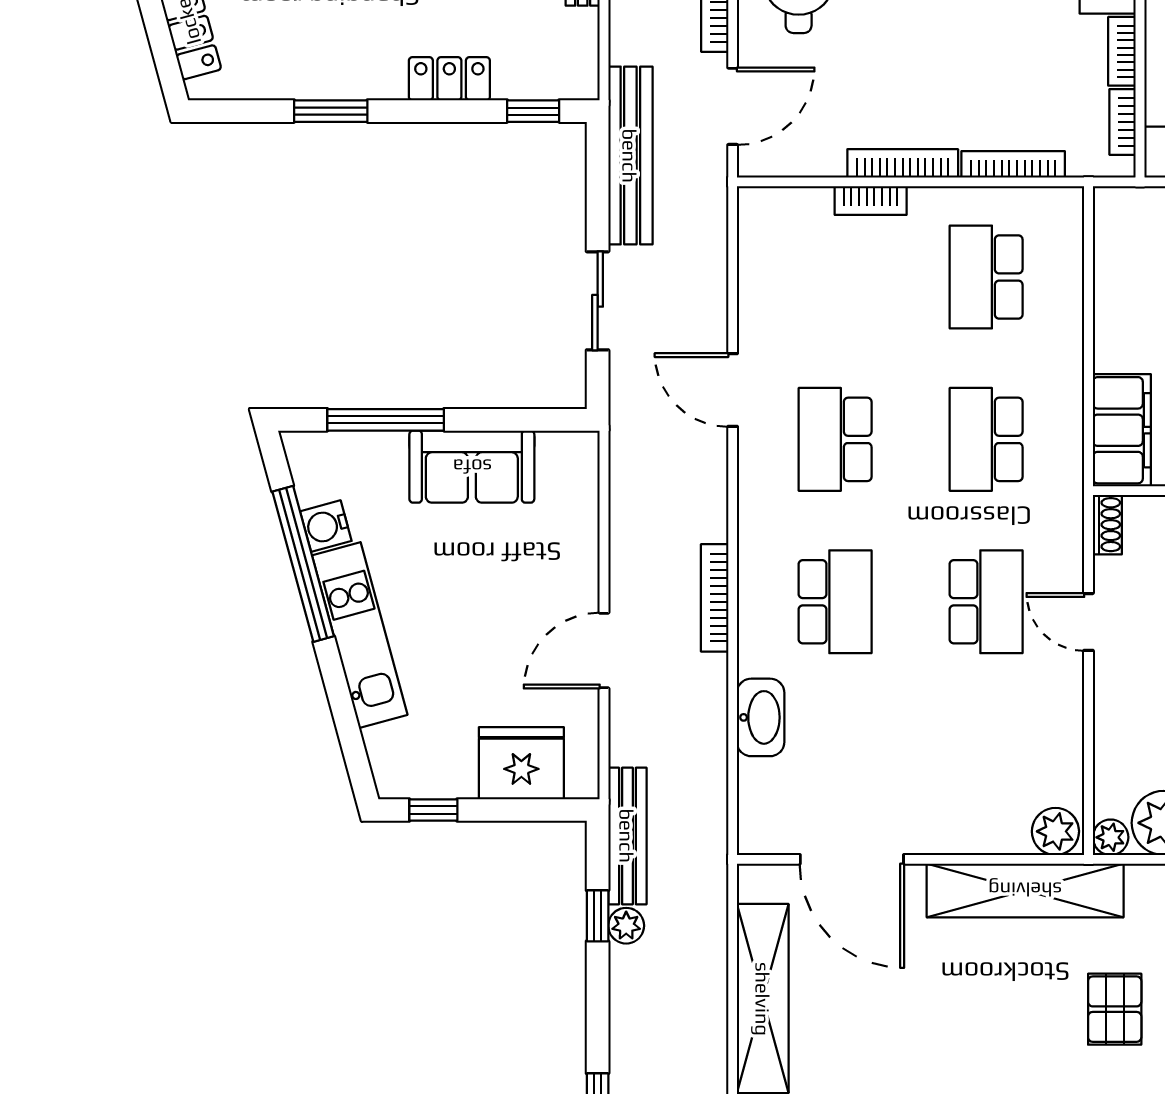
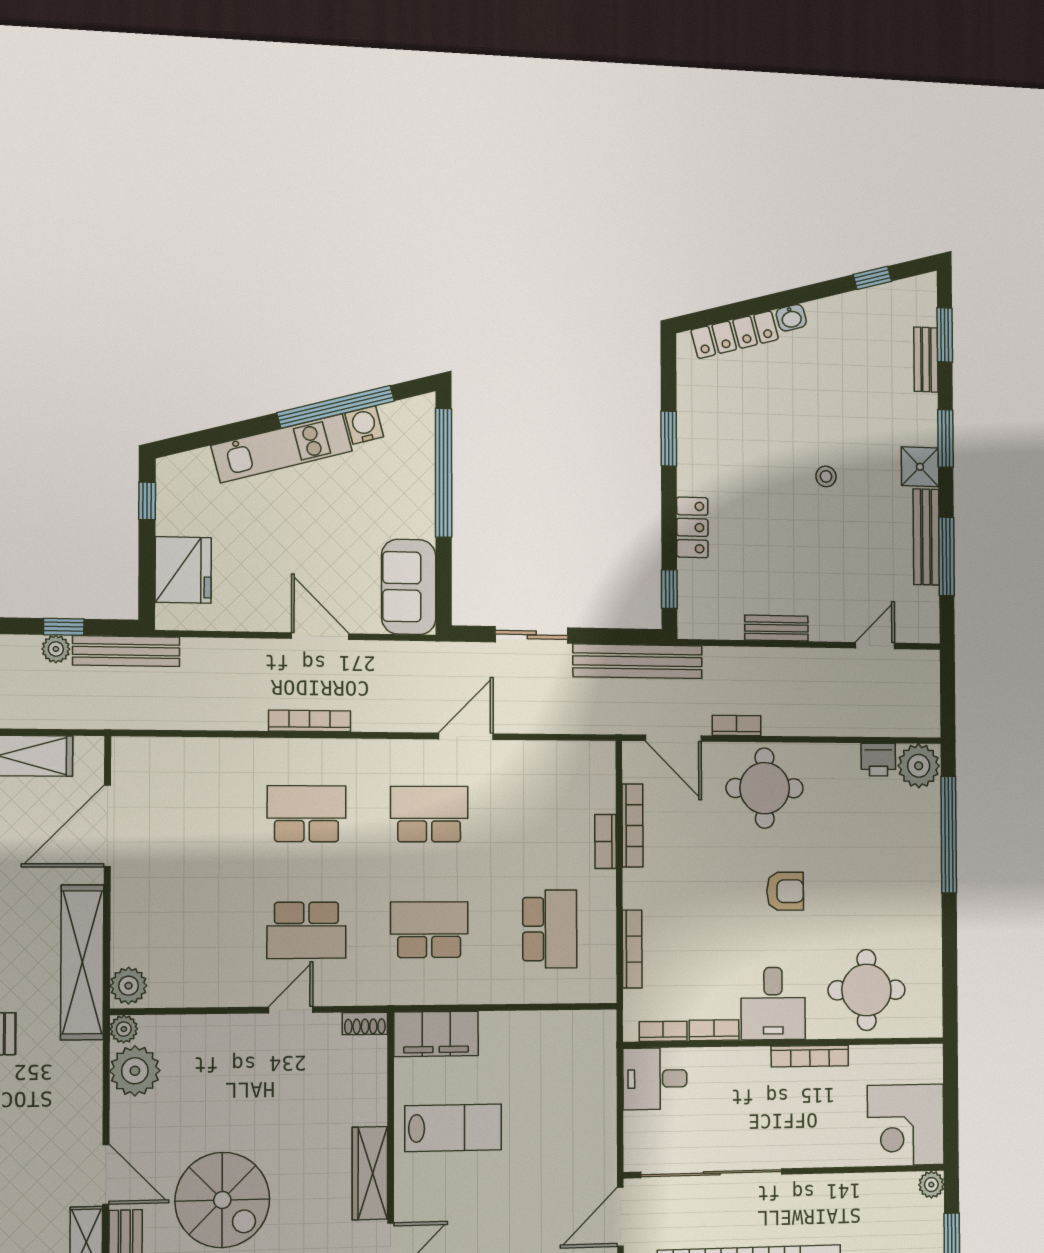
bookcase: (903, 163) -> (632, 825), moved
school desk: (986, 277) -> (550, 929), turned 90
window: (386, 420) -> (444, 473), width x1.46
sofa: (472, 467) -> (409, 587), moved
school desk: (835, 602) -> (307, 814), turned 180
door: (604, 651) -> (320, 636), moved
washbasin: (761, 717) -> (218, 756), removed

